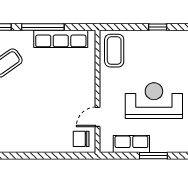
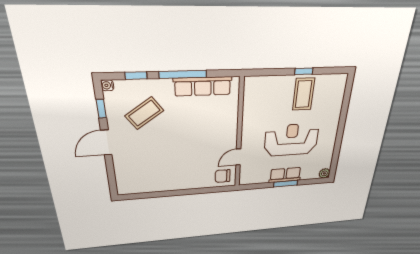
coffee table: (114, 51) -> (304, 94), moved
row of seats: (131, 144) -> (285, 175), moved

